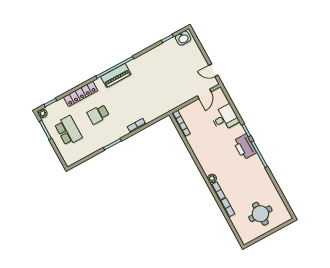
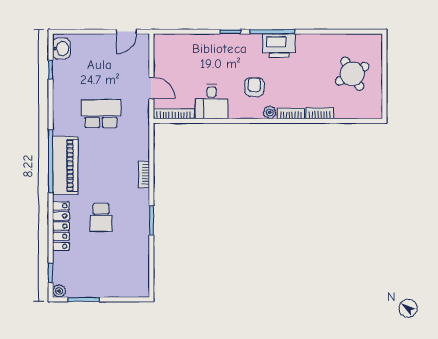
piano: (116, 75) -> (65, 166), width x1.37, depth x1.33
door: (204, 94) -> (151, 88), moved
desk: (225, 118) -> (212, 102), moved, turned 180
school desk: (68, 131) -> (101, 114), moved
printer: (245, 147) -> (279, 46), moved
armchair: (222, 161) -> (254, 87), added
round table: (260, 214) -> (352, 74), turned -30

